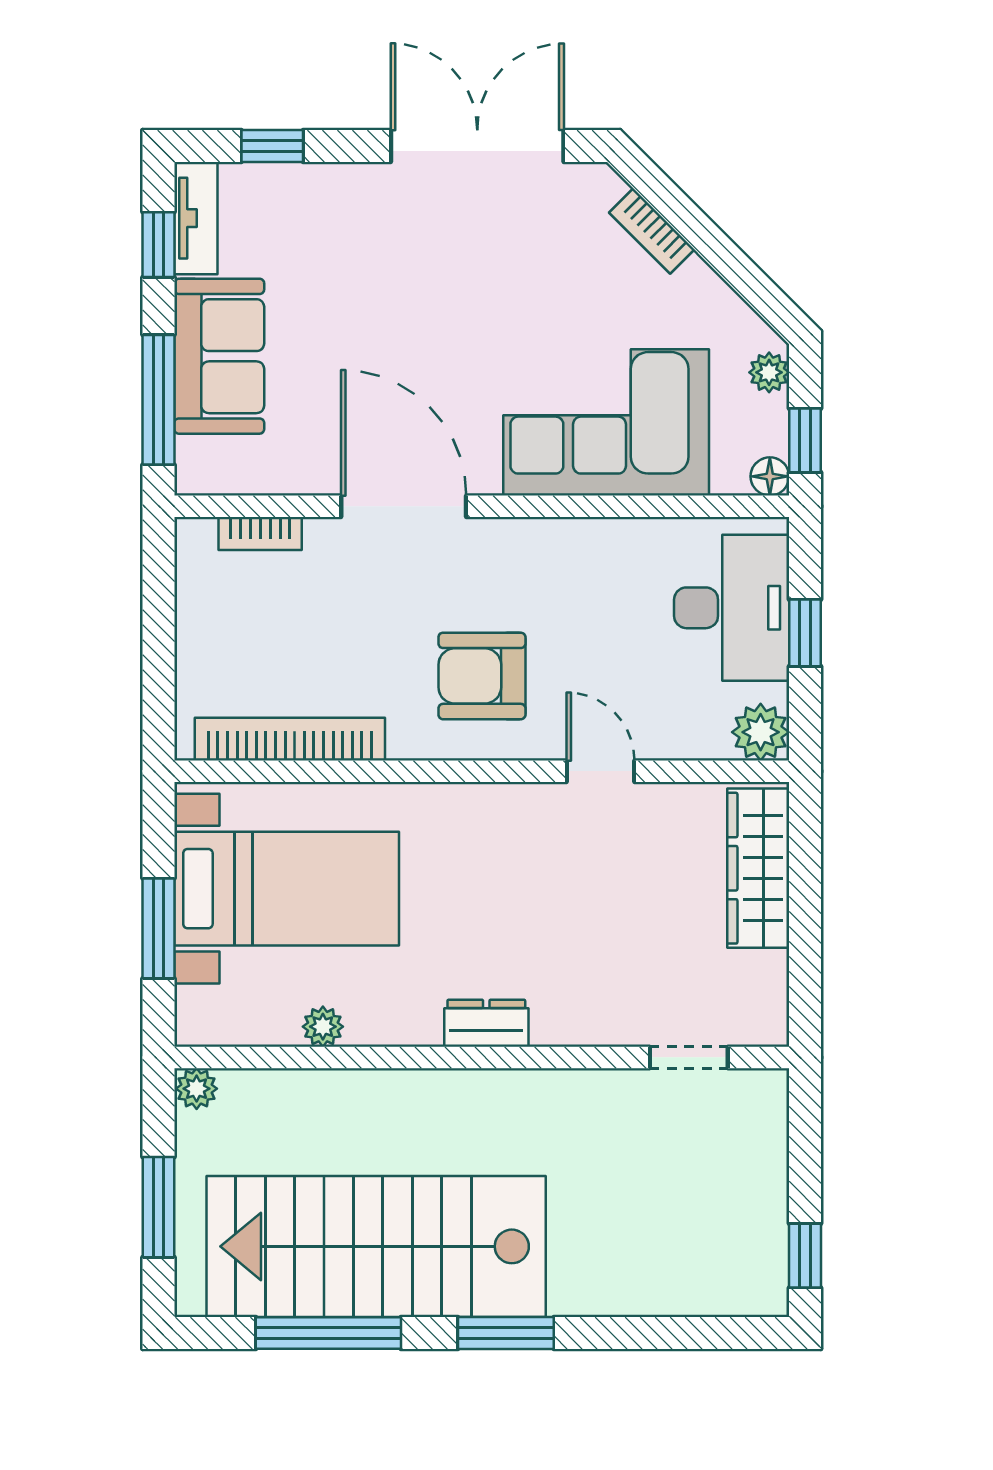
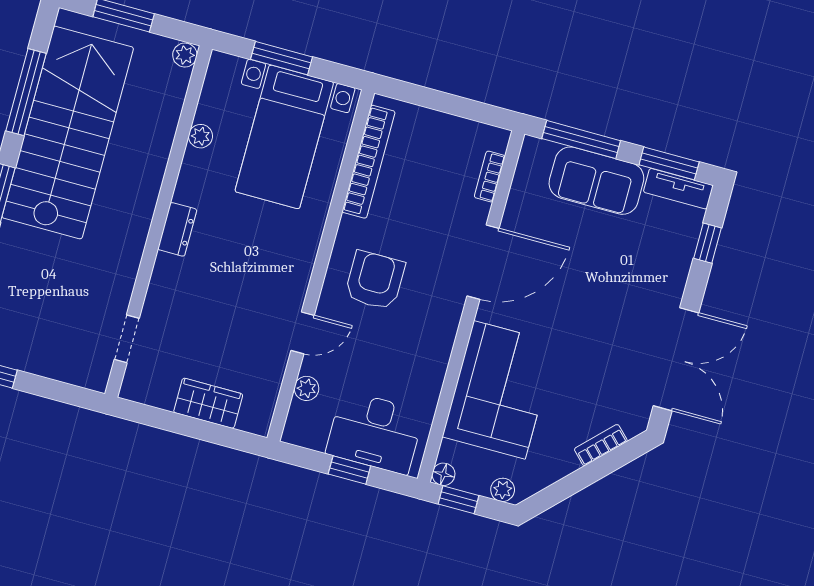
window: (158, 245) -> (669, 163), width x1.50
plant: (761, 732) -> (307, 388), moved, width x0.73, depth x0.73
wardrobe: (758, 868) -> (208, 403), width x0.67

